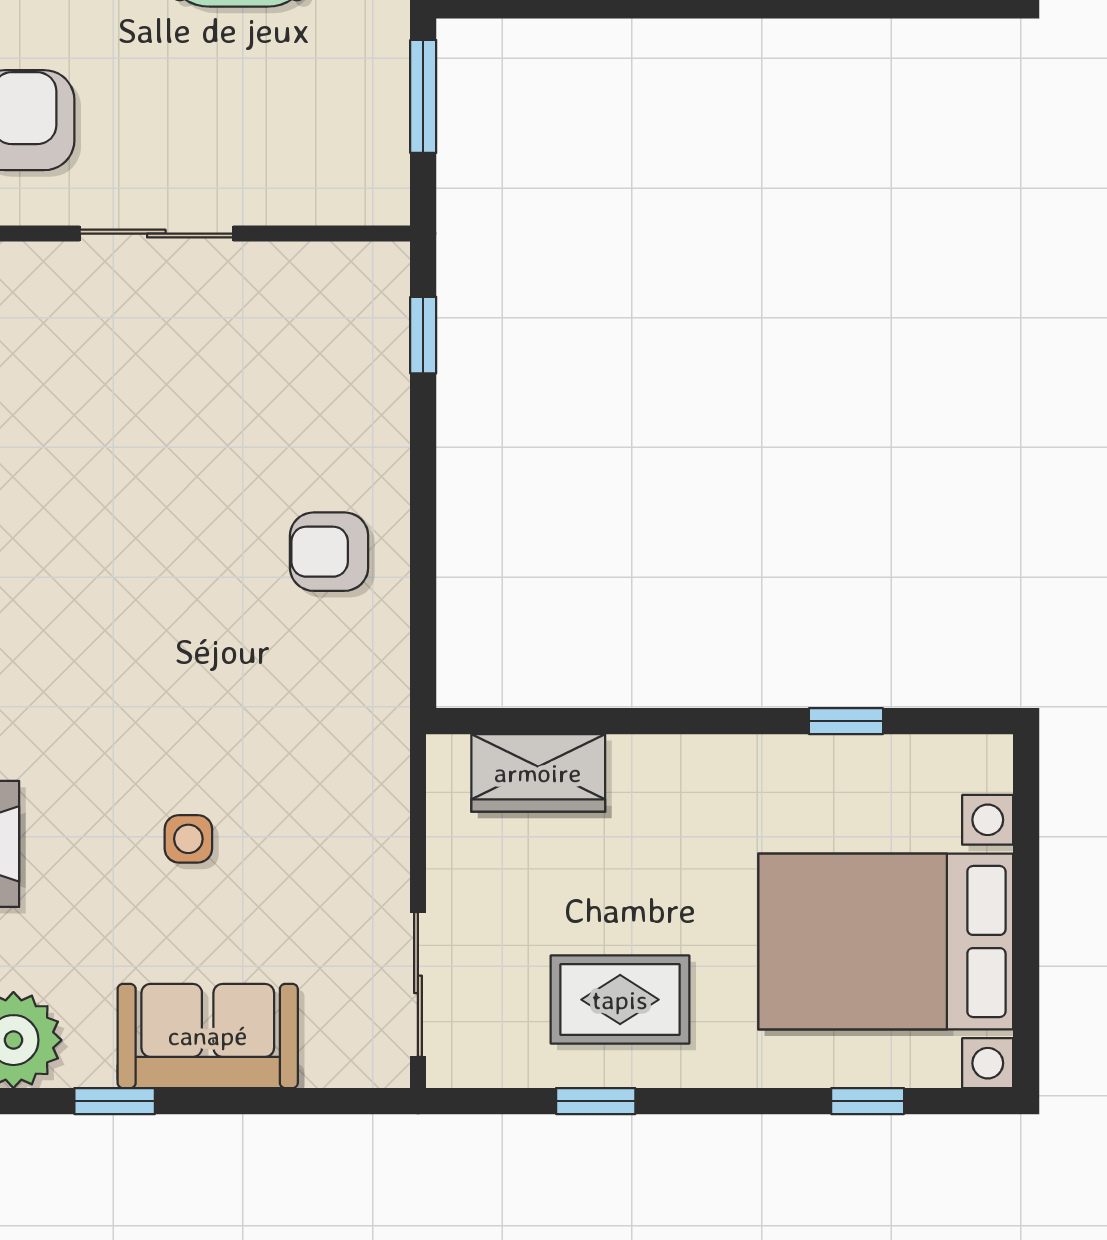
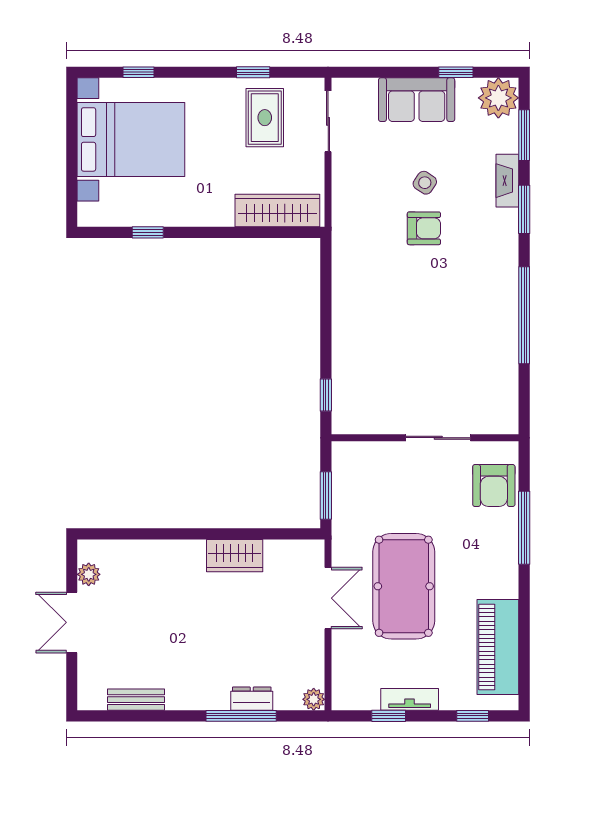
armchair: (329, 552) -> (424, 228), moved
wardrobe: (538, 773) -> (277, 210), width x1.50
side table: (188, 839) -> (425, 183), turned 34
rug: (620, 1000) -> (265, 118), moved, turned 90

